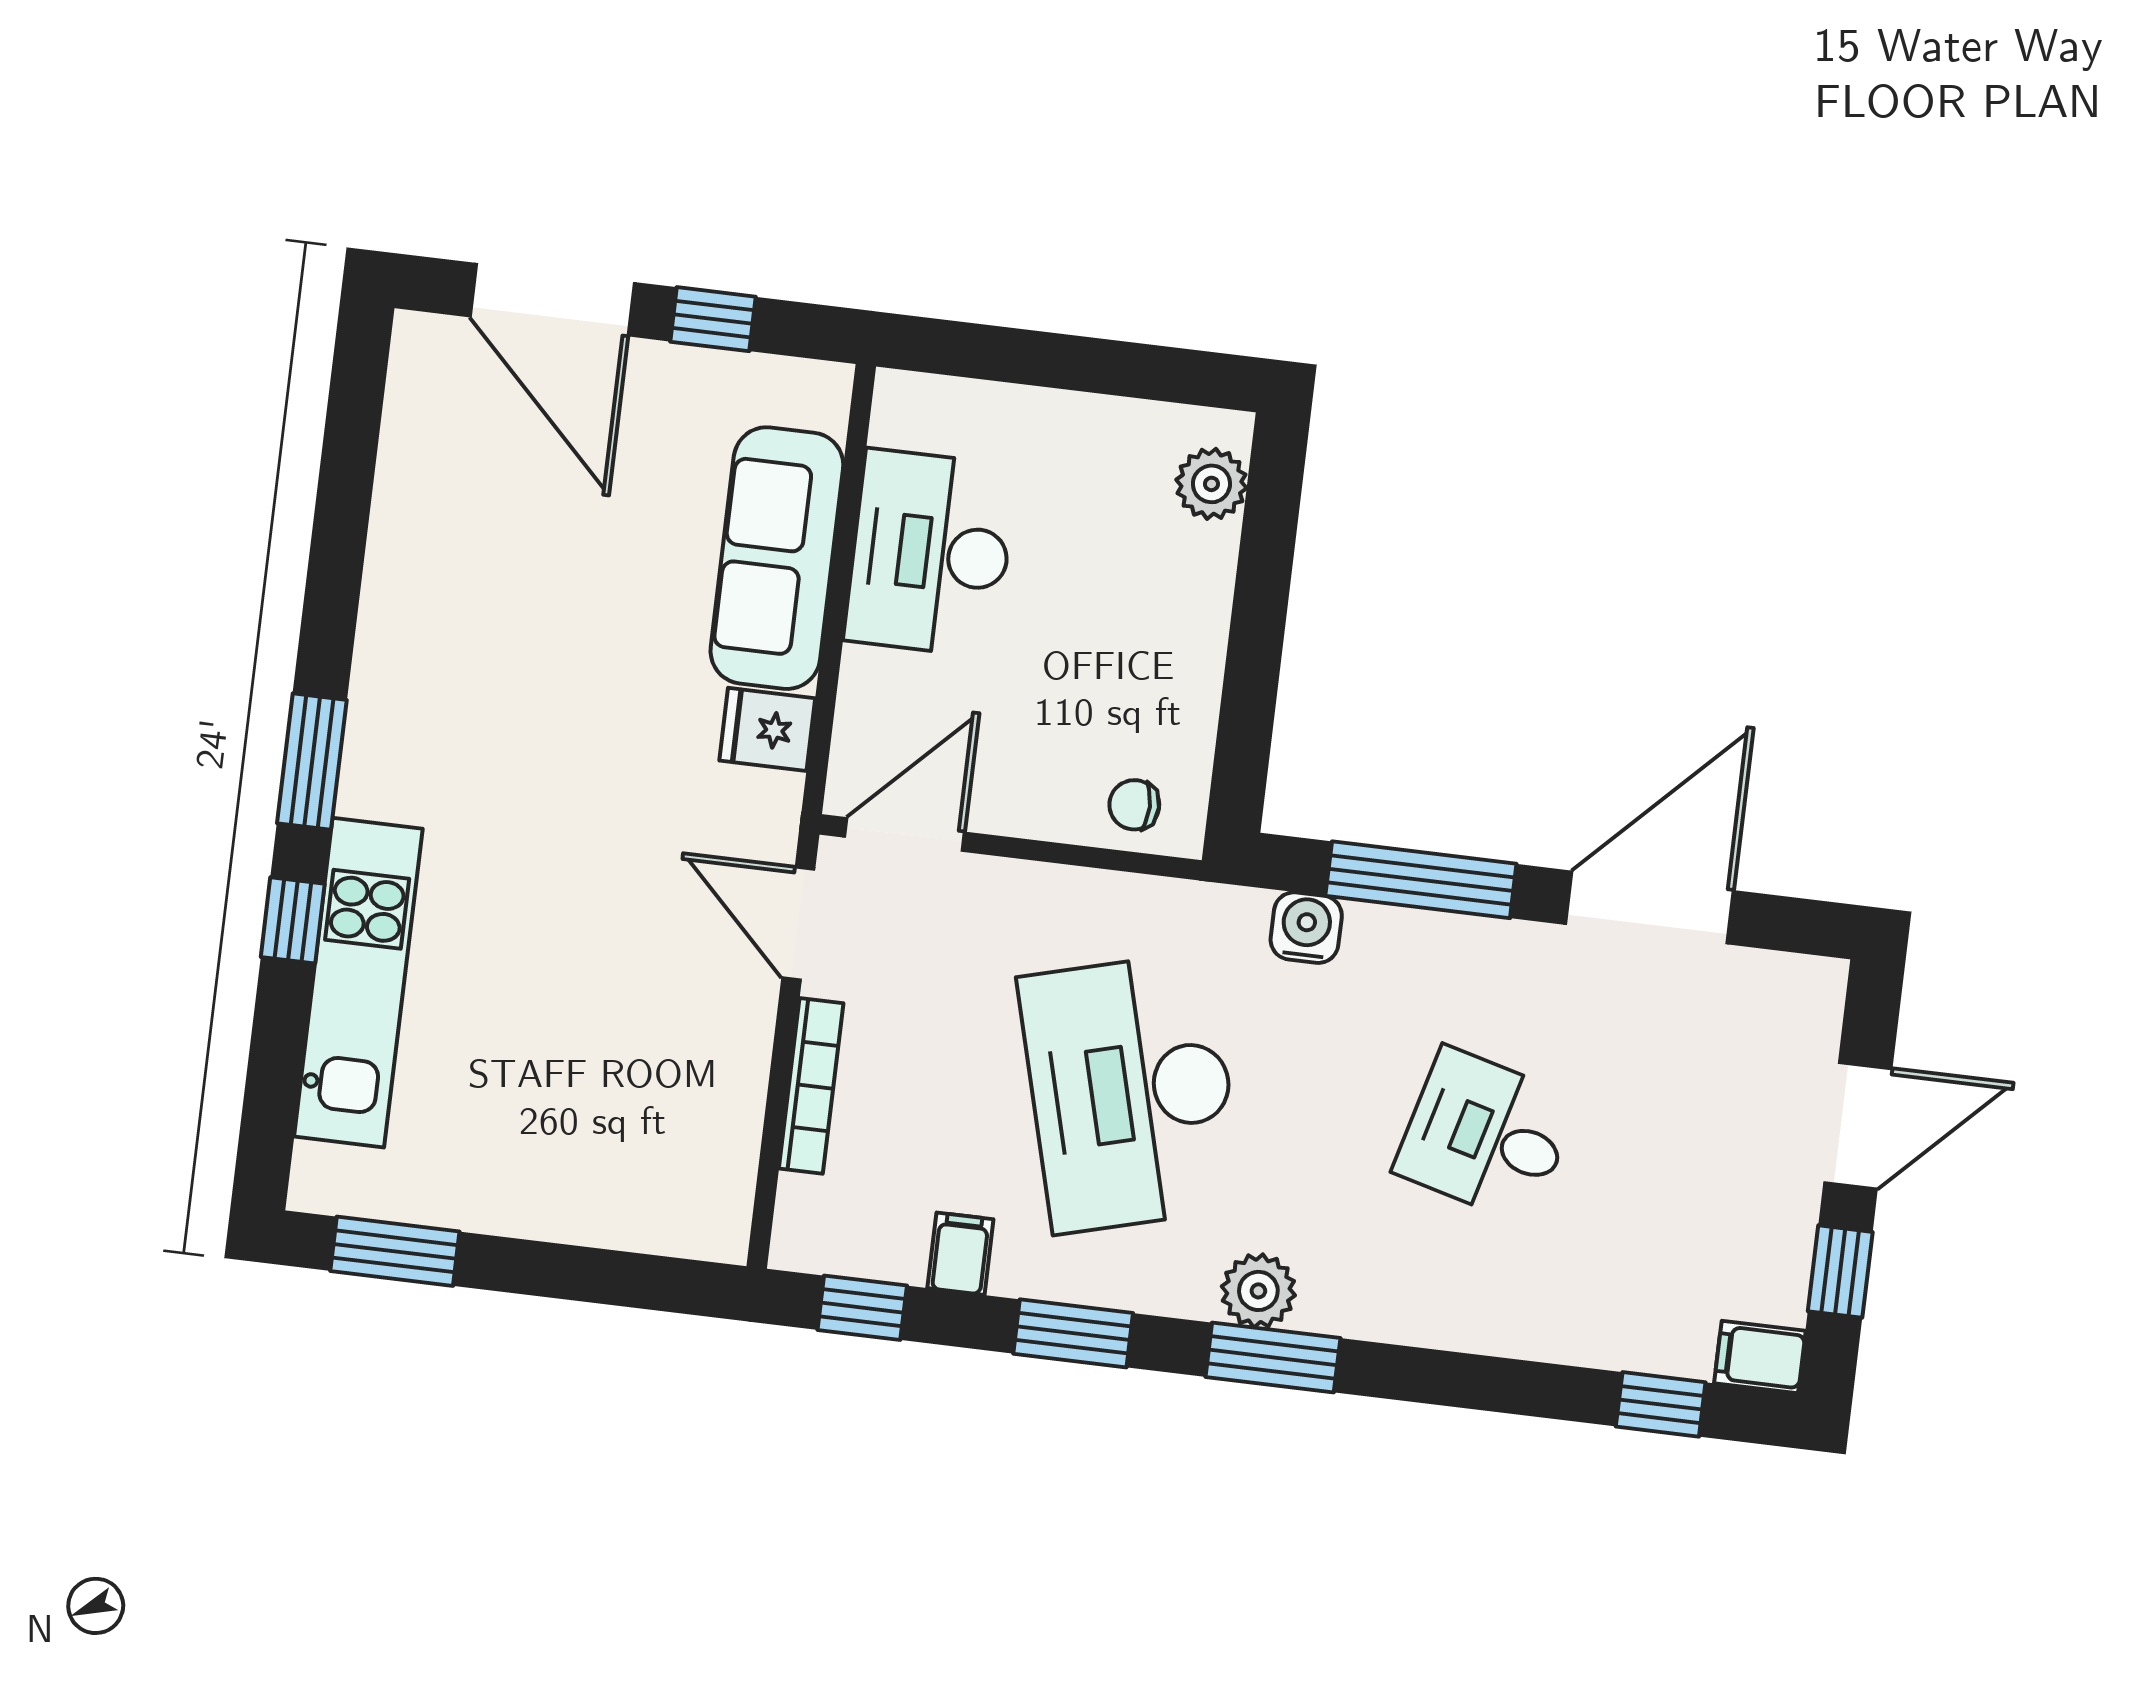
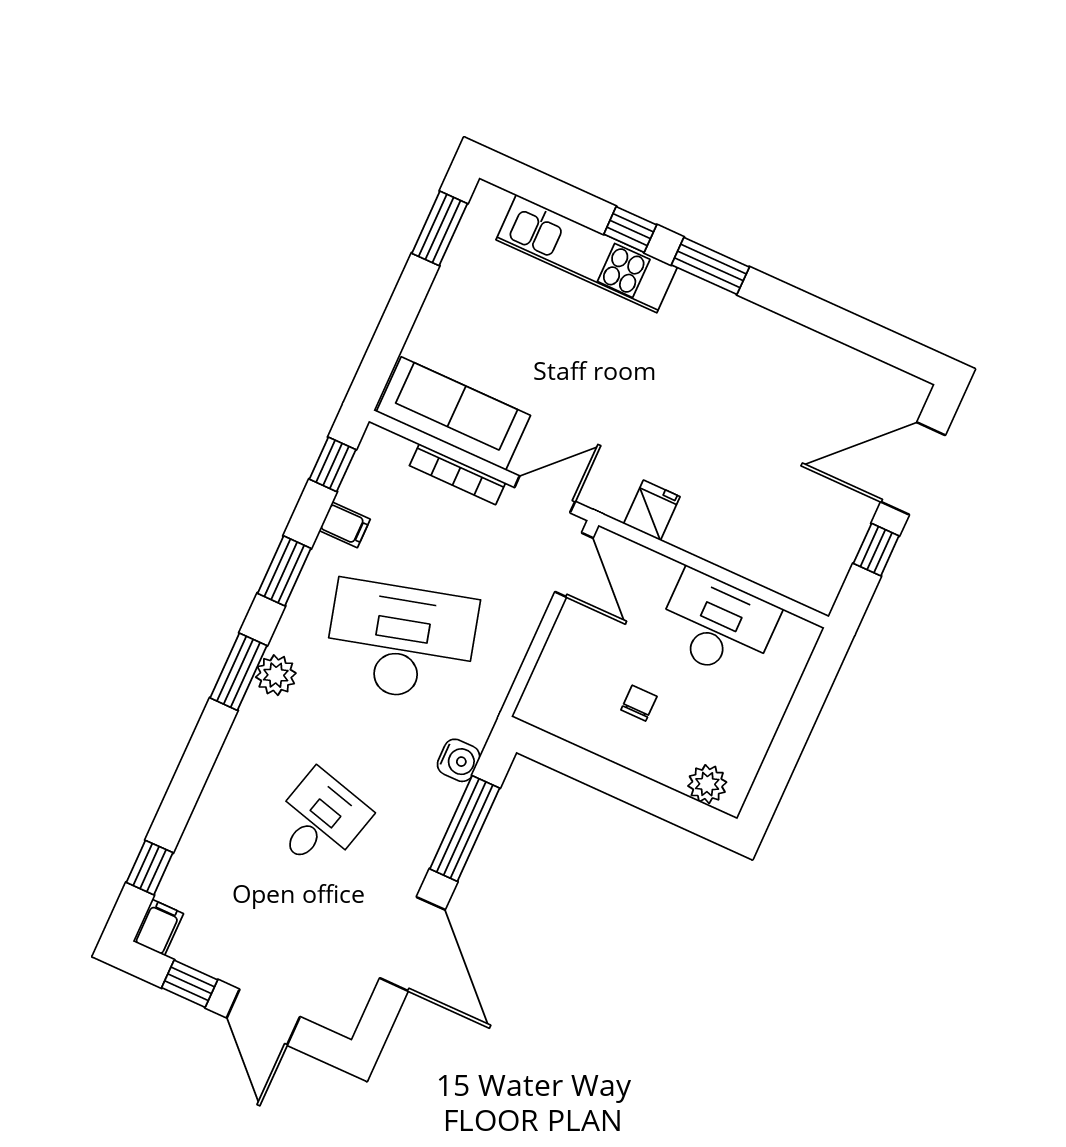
sofa: (777, 558) -> (453, 414), moved
chair: (1134, 805) -> (639, 703), moved

